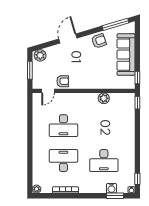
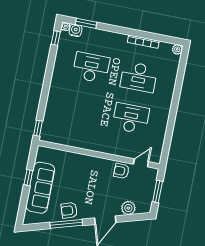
window: (115, 24) -> (66, 224), moved
plant: (40, 55) -> (128, 208), moved
window: (137, 77) -> (28, 178), moved
plant: (104, 98) -> (77, 141), removed
water cooler: (112, 188) -> (76, 30), moved

